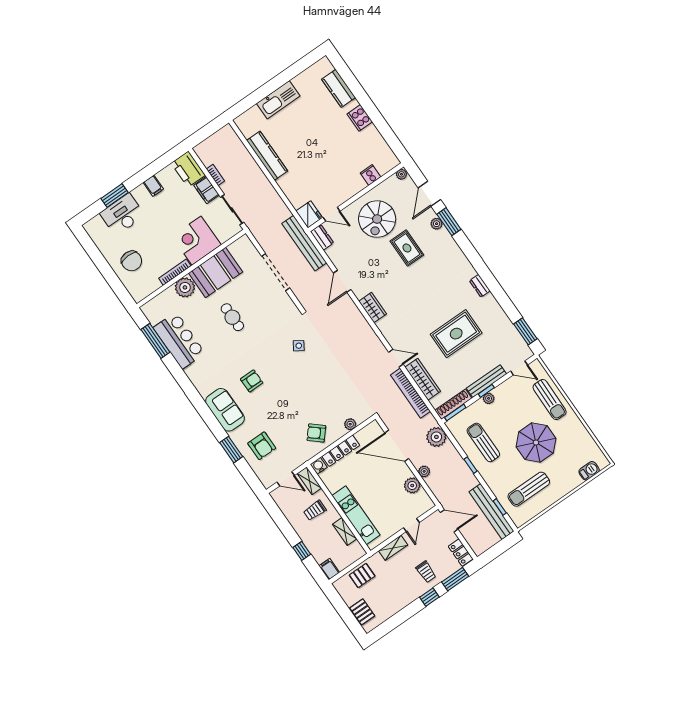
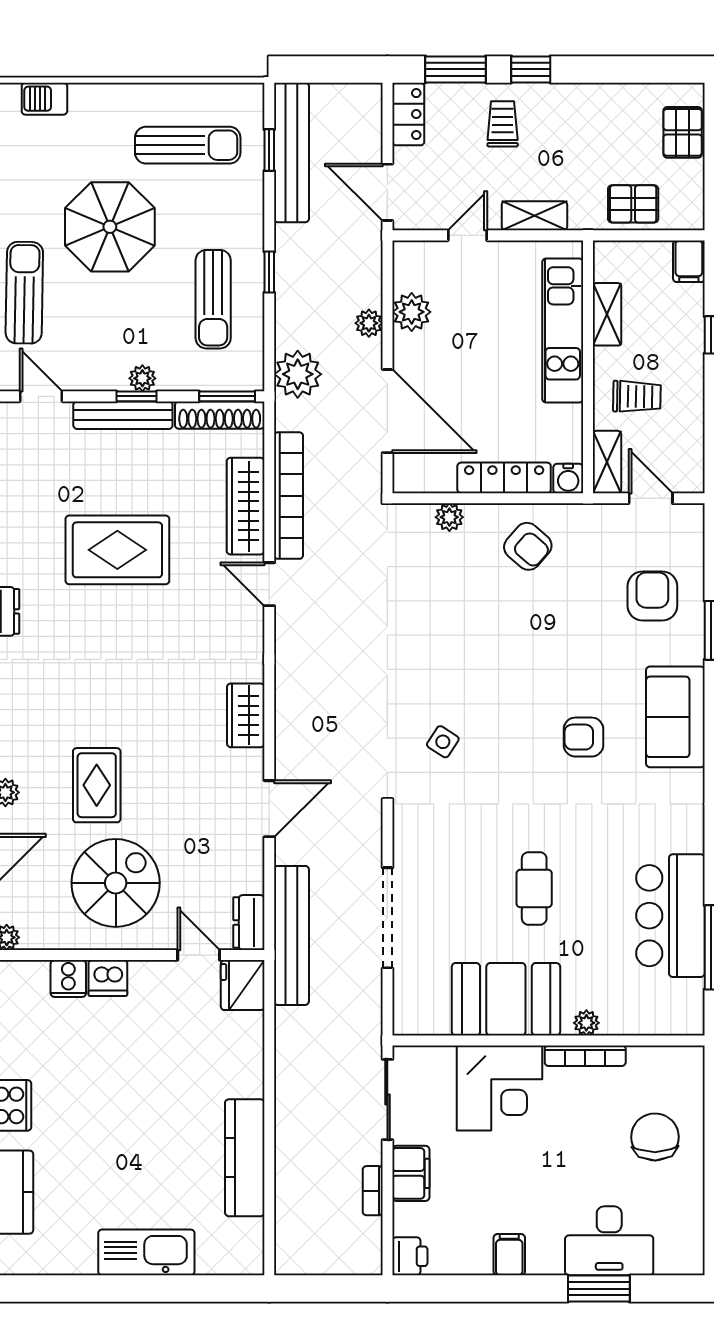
printer: (188, 169) -> (410, 1256), width x0.53, depth x0.68
dishwasher: (357, 185) -> (108, 978), added
plant: (185, 287) -> (586, 1023), width x0.53, depth x0.53

